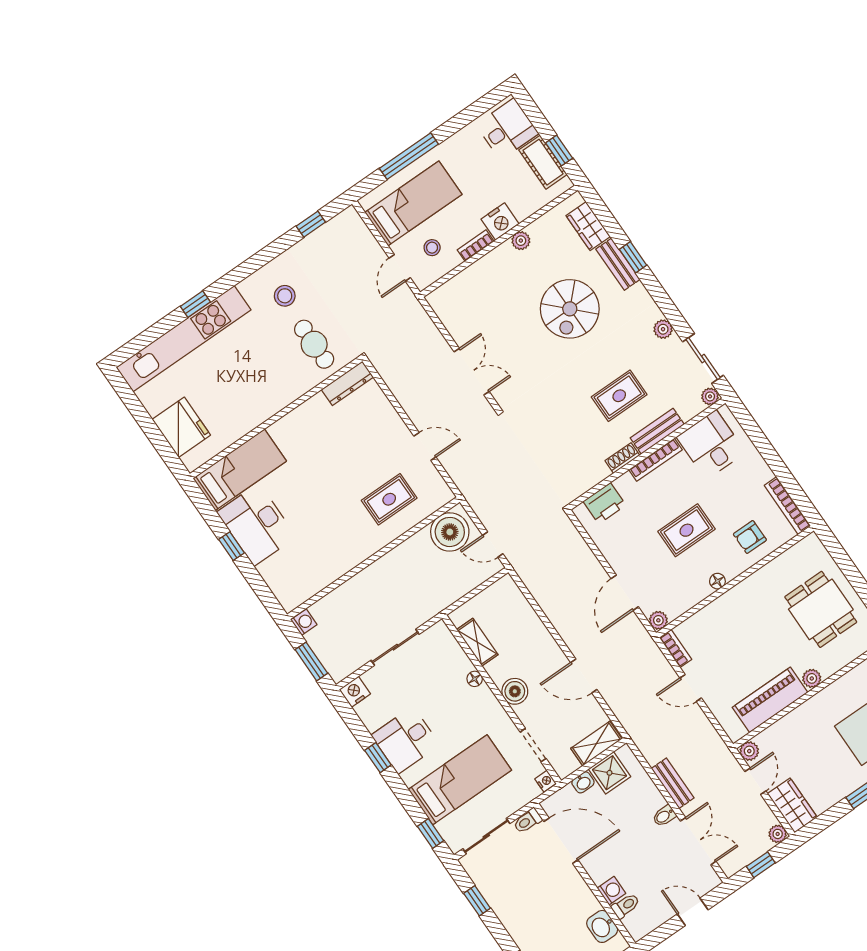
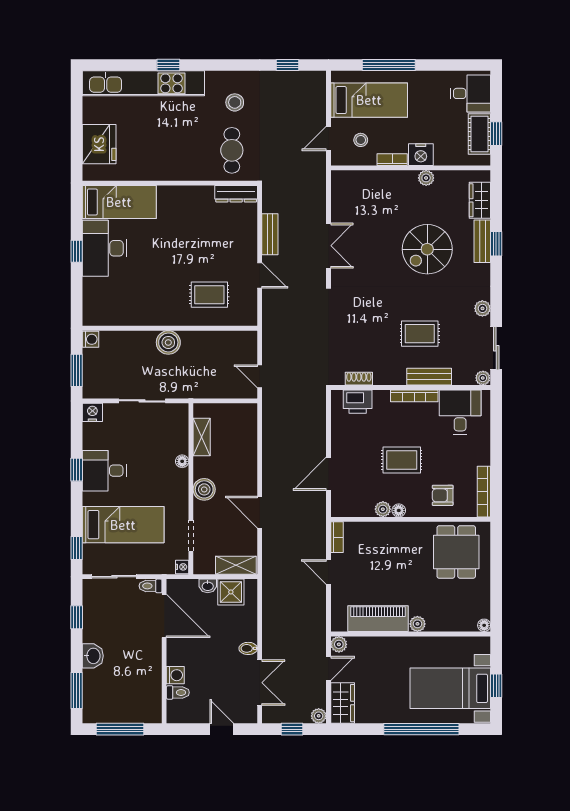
shoe rack: (622, 458) -> (359, 379), moved
boiler: (450, 532) -> (168, 342), moved, width x0.73, depth x0.73
dining table: (821, 609) -> (456, 552), moved
plant: (658, 620) -> (383, 509), moved
bench: (673, 783) -> (270, 234), moved
washbasin: (602, 926) -> (93, 656), moved, turned 180

